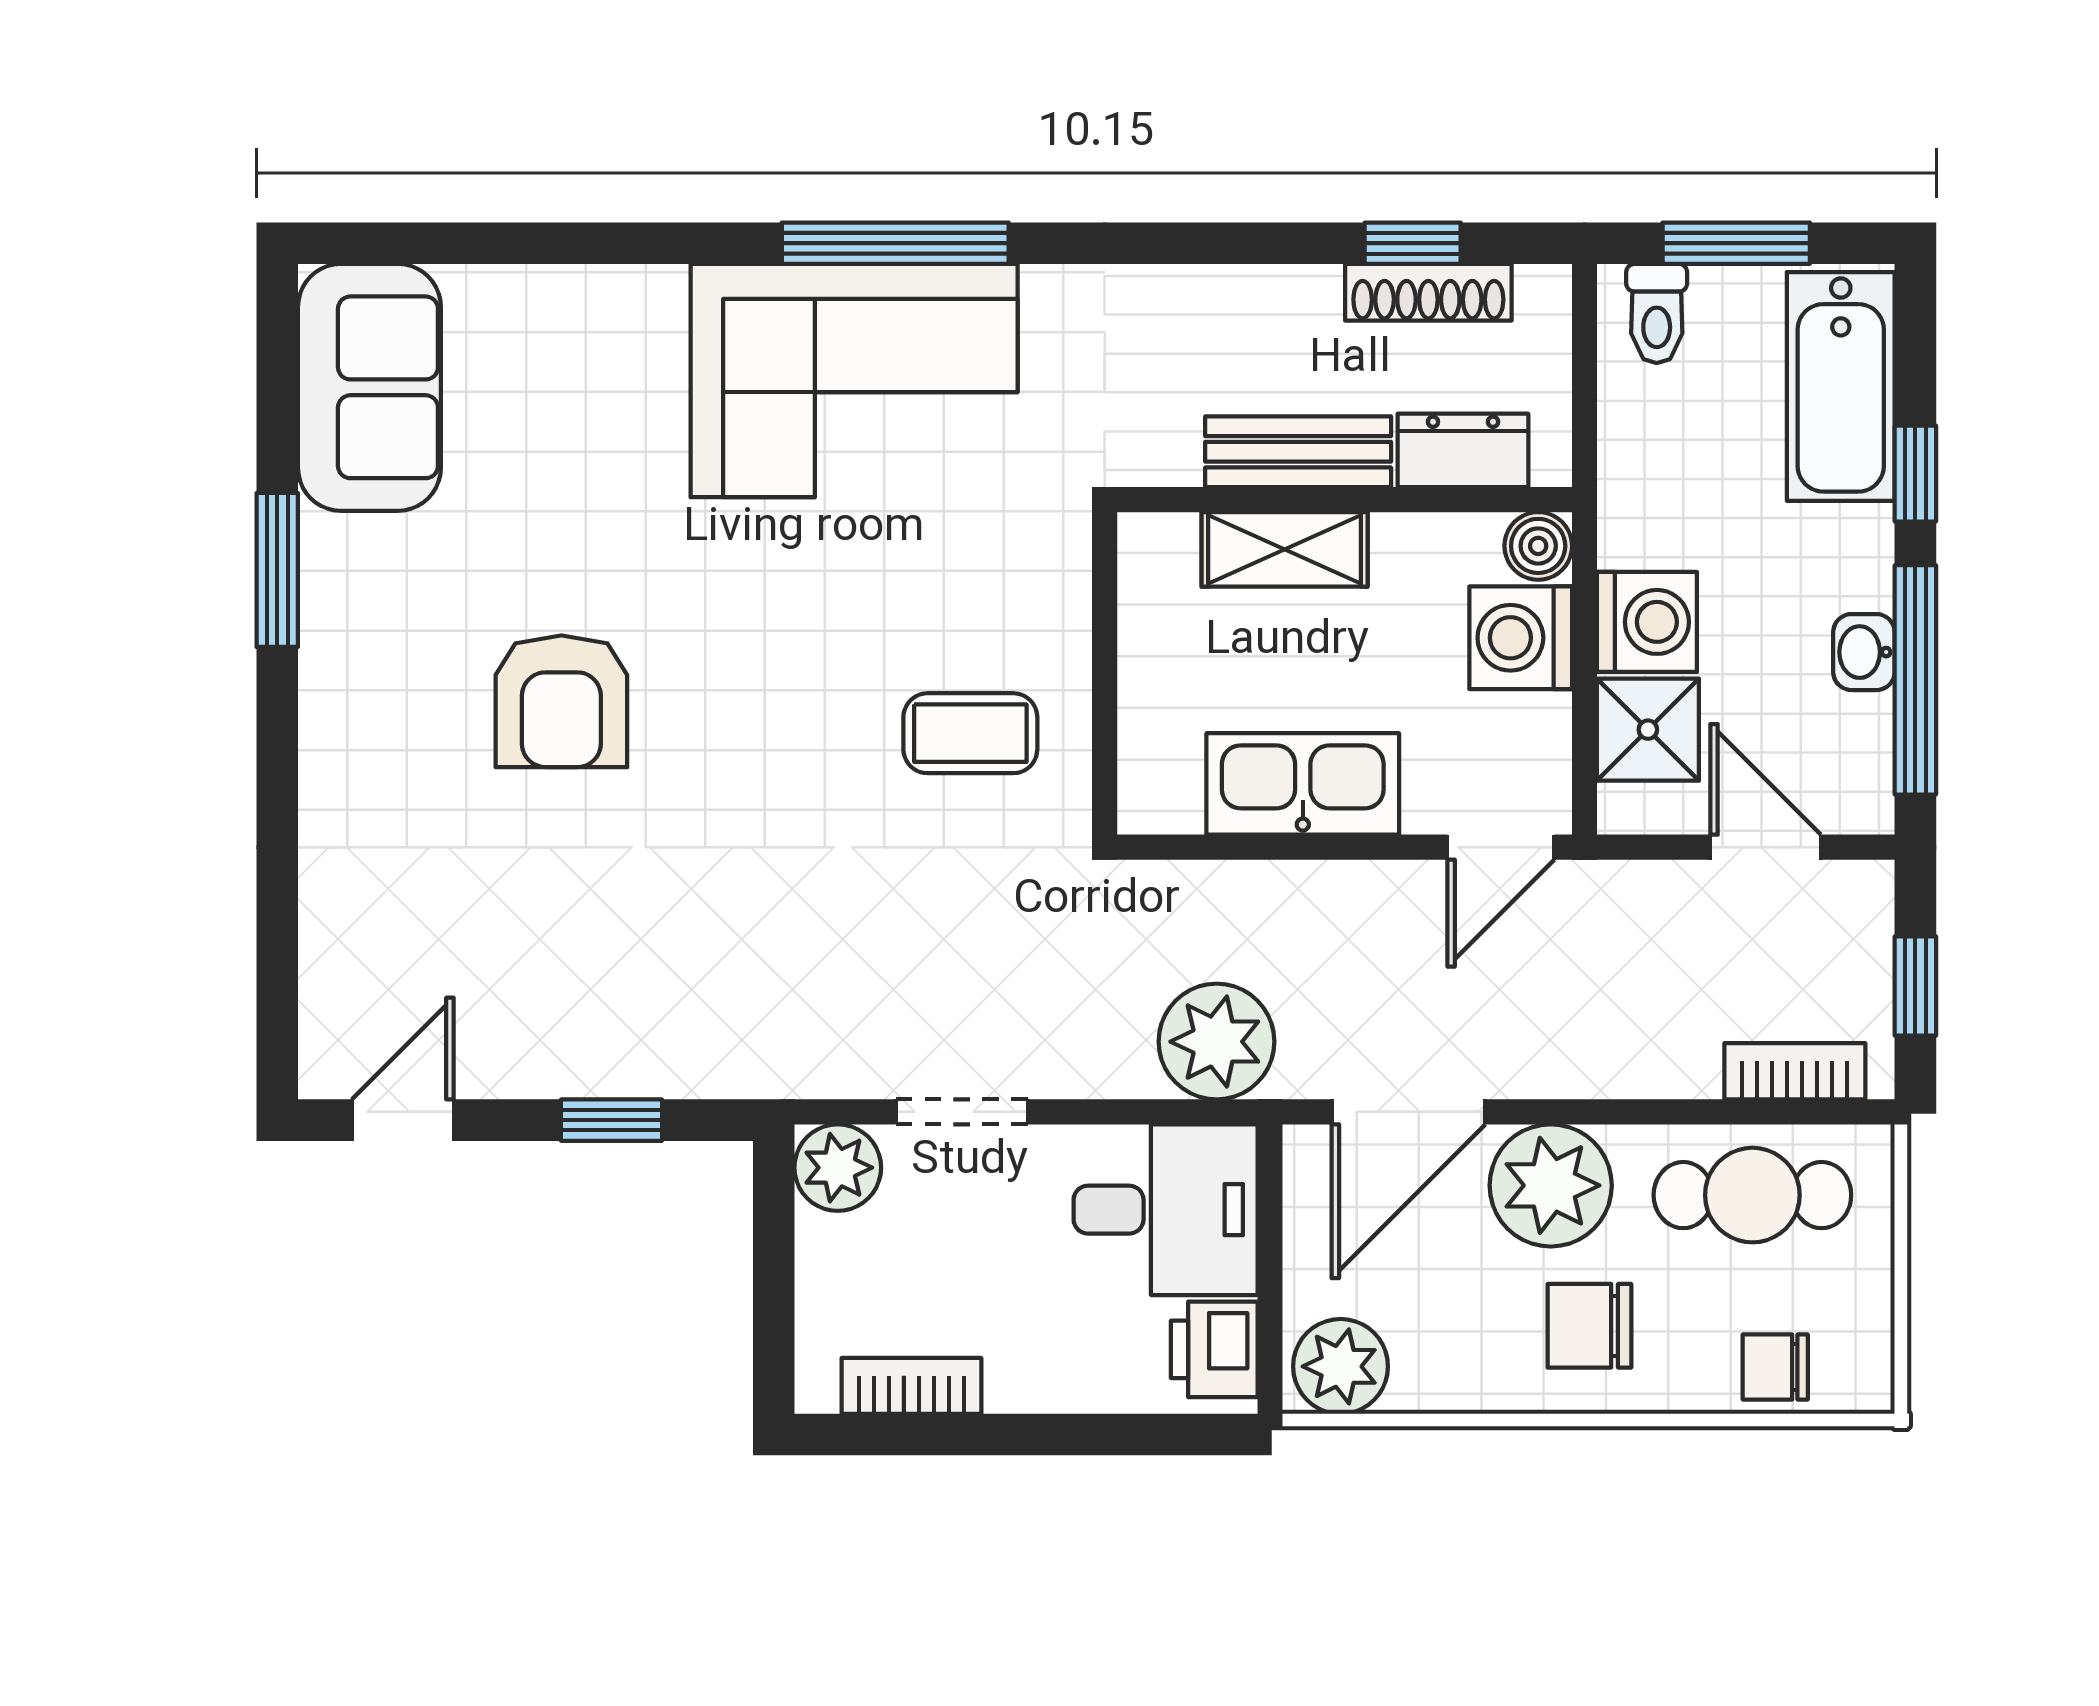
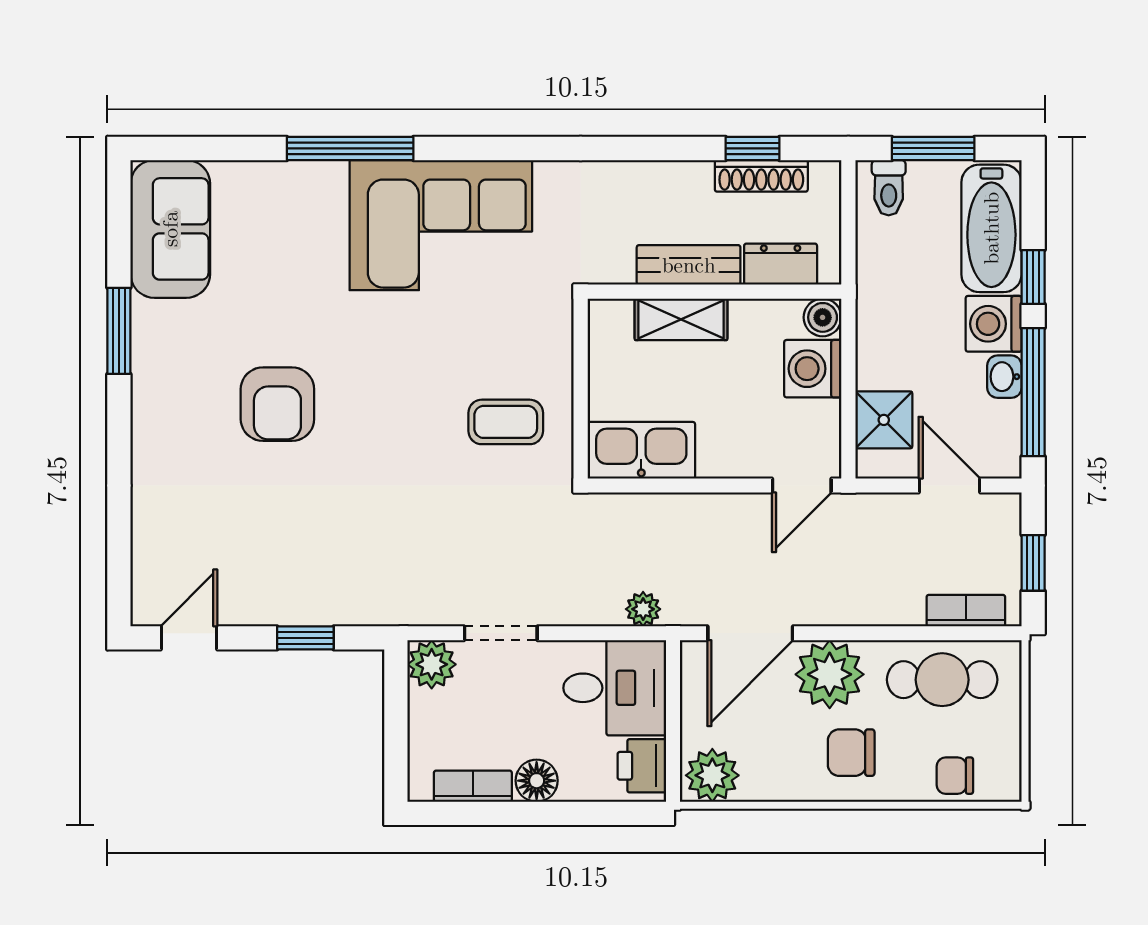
window: (895, 243) -> (350, 148), moved
washing machine: (1647, 622) -> (994, 324), moved, turned 180
kitchen sink: (1303, 784) -> (641, 450), moved
plant: (1217, 1042) -> (643, 609), width x0.53, depth x0.53
floor lamp: (1026, 1376) -> (537, 781), added

